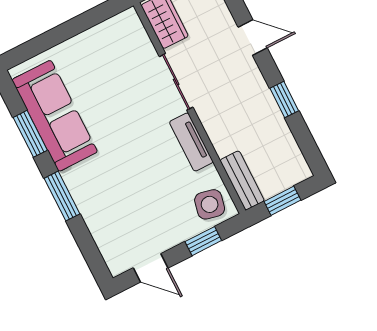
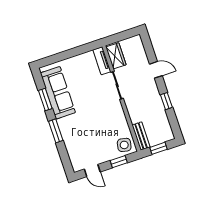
tv unit: (191, 142) -> (102, 61), moved

